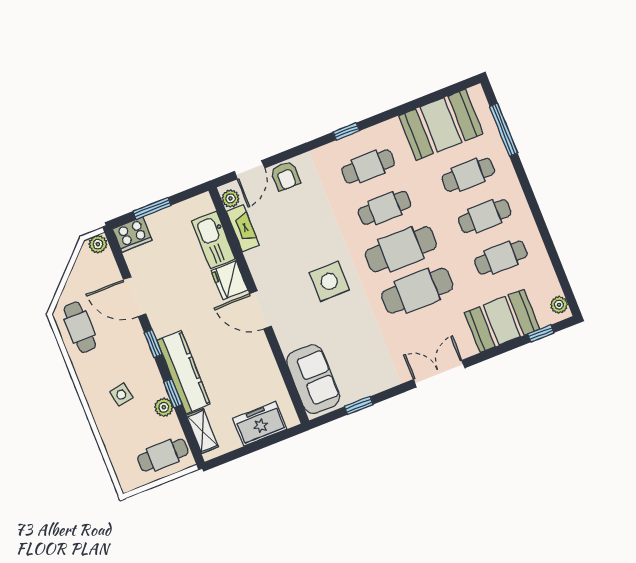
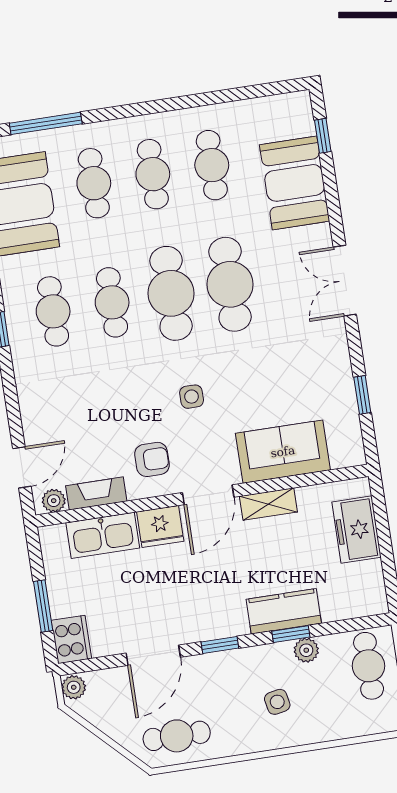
door: (249, 170) -> (22, 467), hinge flipped
armchair: (286, 176) -> (152, 459), moved
side table: (329, 281) -> (192, 397), width x0.54, depth x0.54
plant: (559, 305) -> (291, 103), removed
kitchen counter: (183, 372) -> (284, 611), width x0.67
sofa: (313, 379) -> (283, 452), moved
shelving: (203, 431) -> (268, 504), moved

